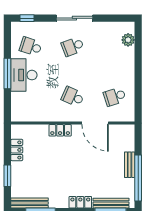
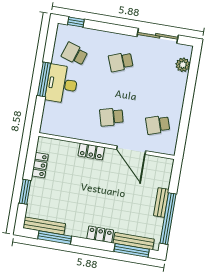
sliding door: (74, 18) -> (158, 36), moved
school desk: (73, 97) -> (111, 117), turned -39

